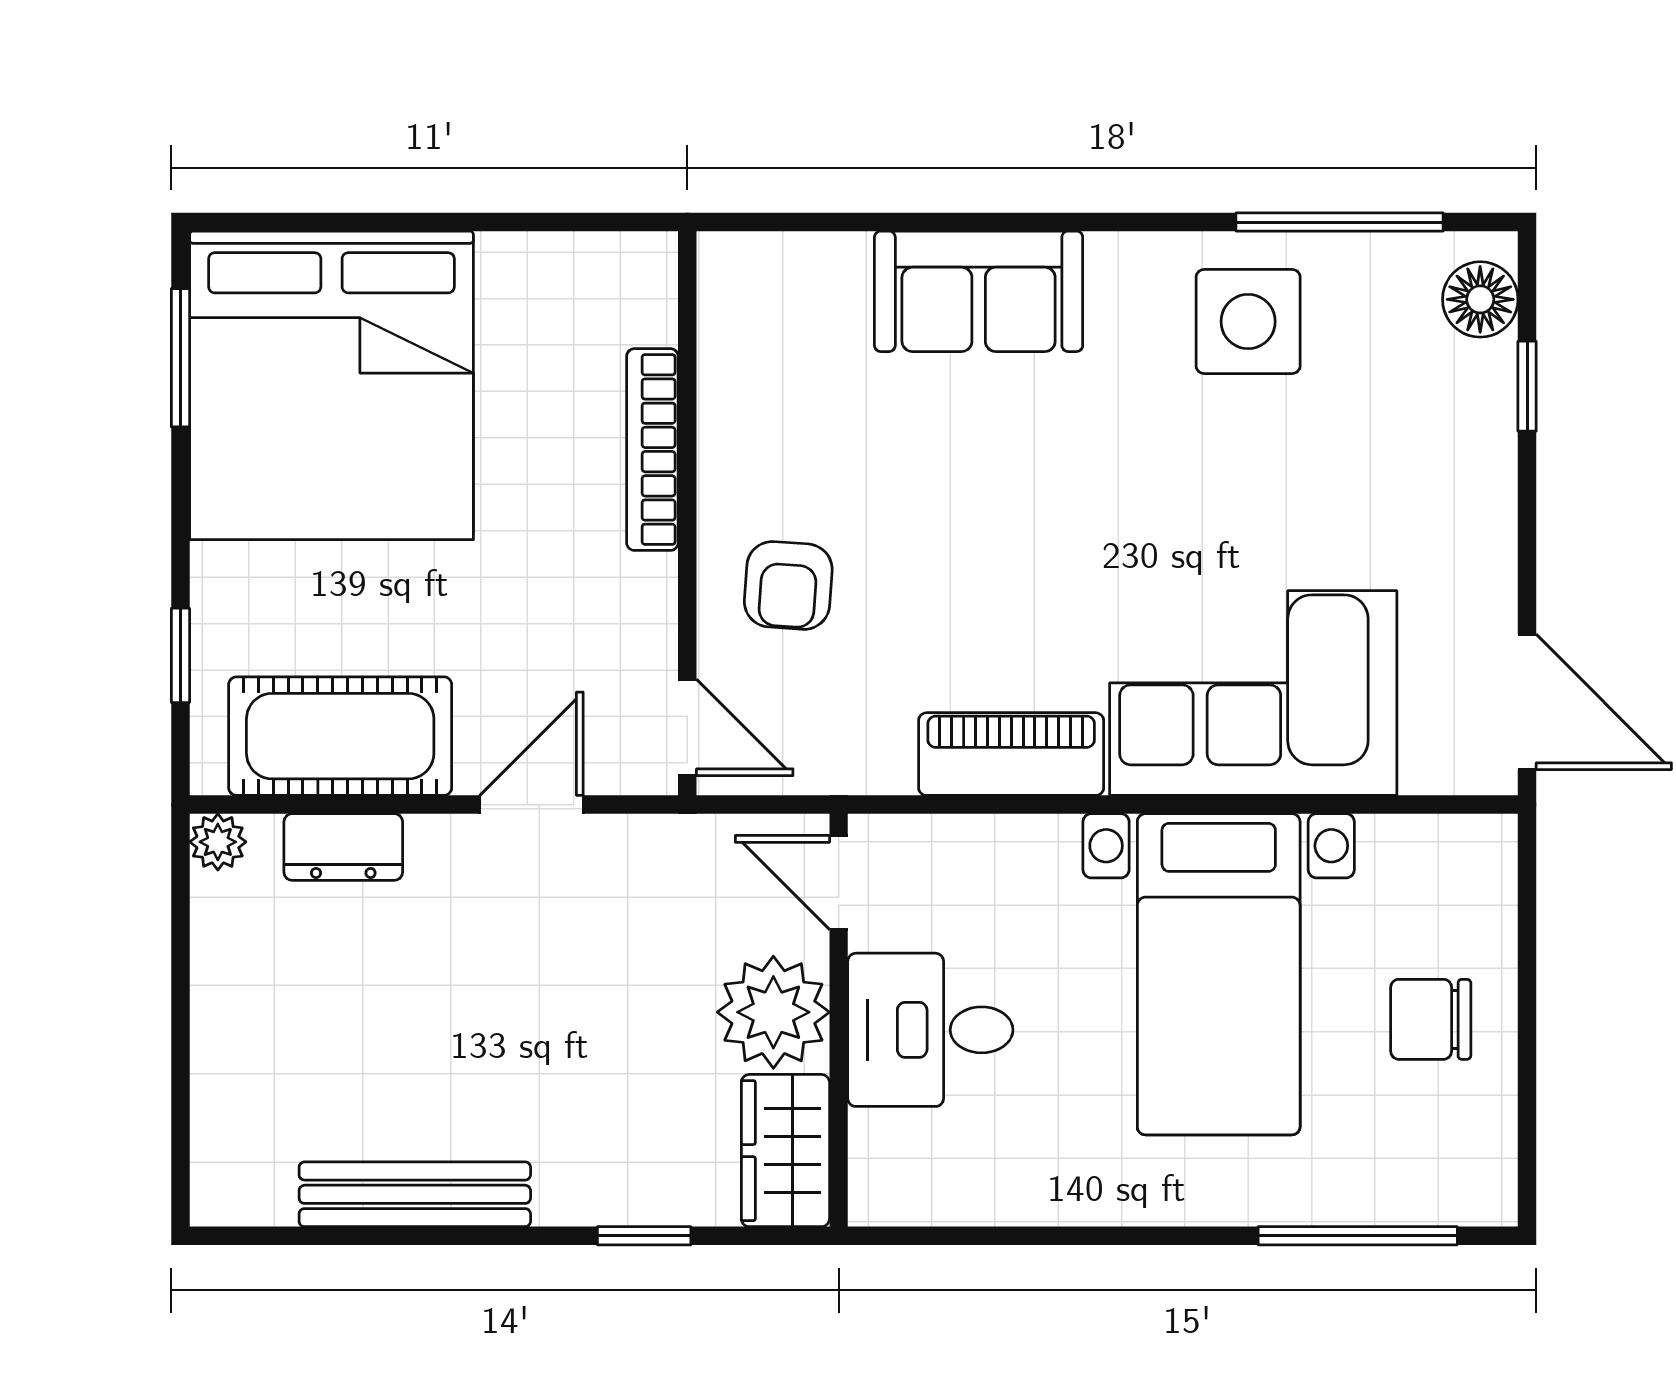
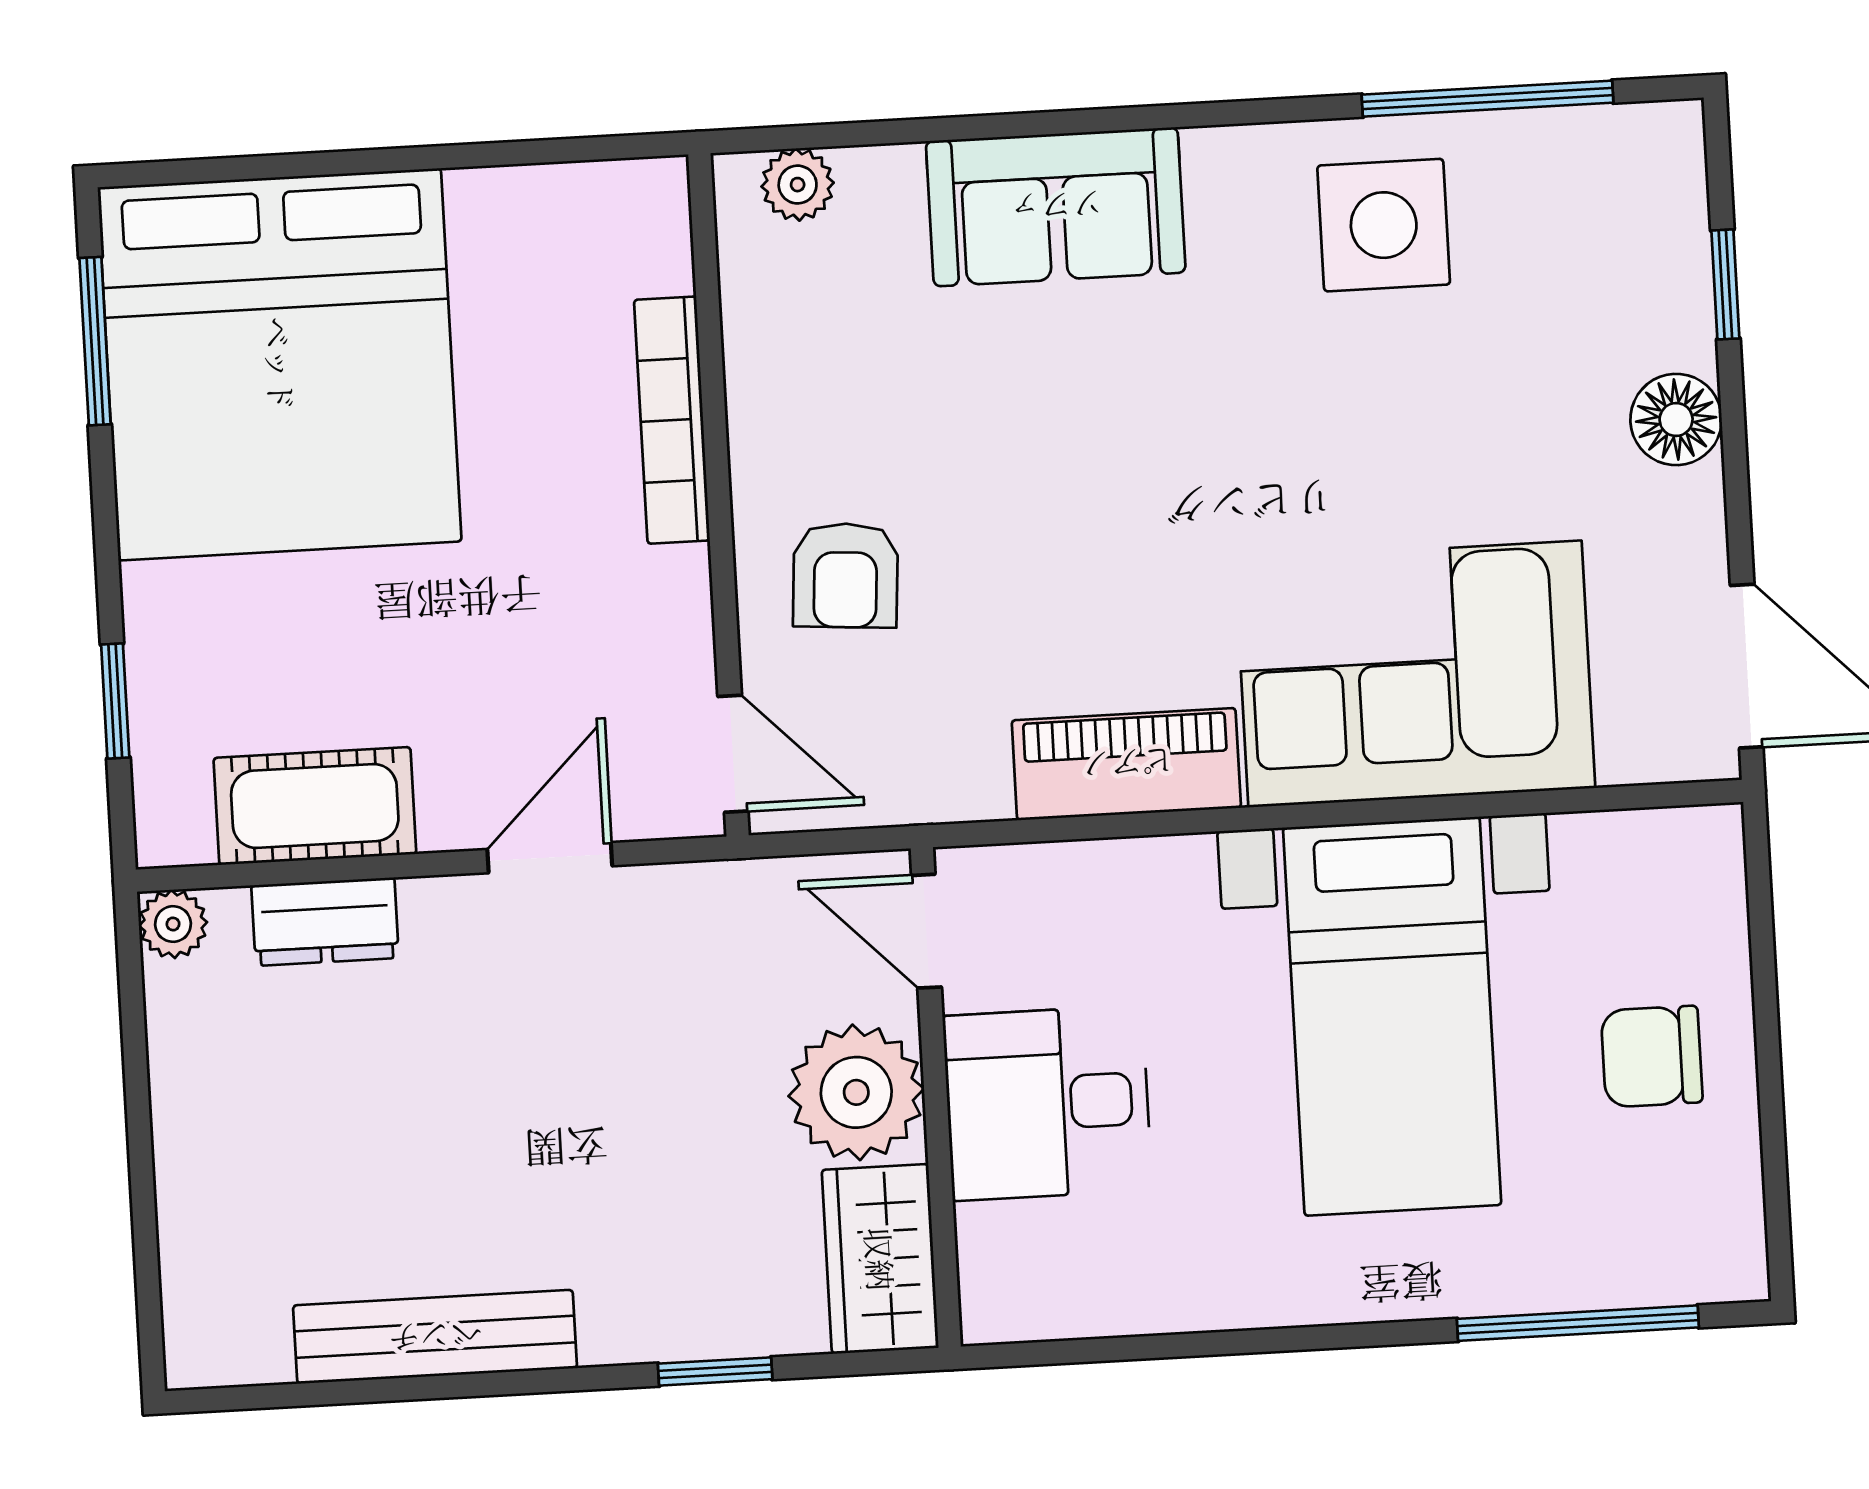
plant: (767, 261) -> (798, 185), added
floor lamp: (1480, 299) -> (1676, 419), moved
cot: (340, 736) -> (315, 806), width x0.73, depth x0.75

